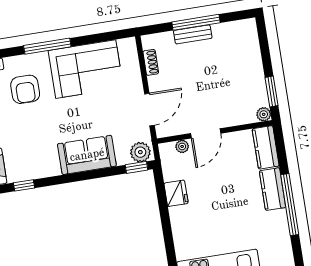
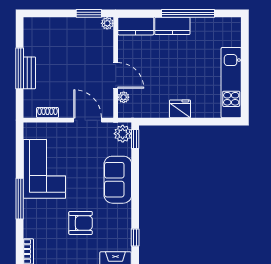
armchair: (25, 89) -> (81, 223), moved
fridge: (176, 193) -> (180, 109), moved

